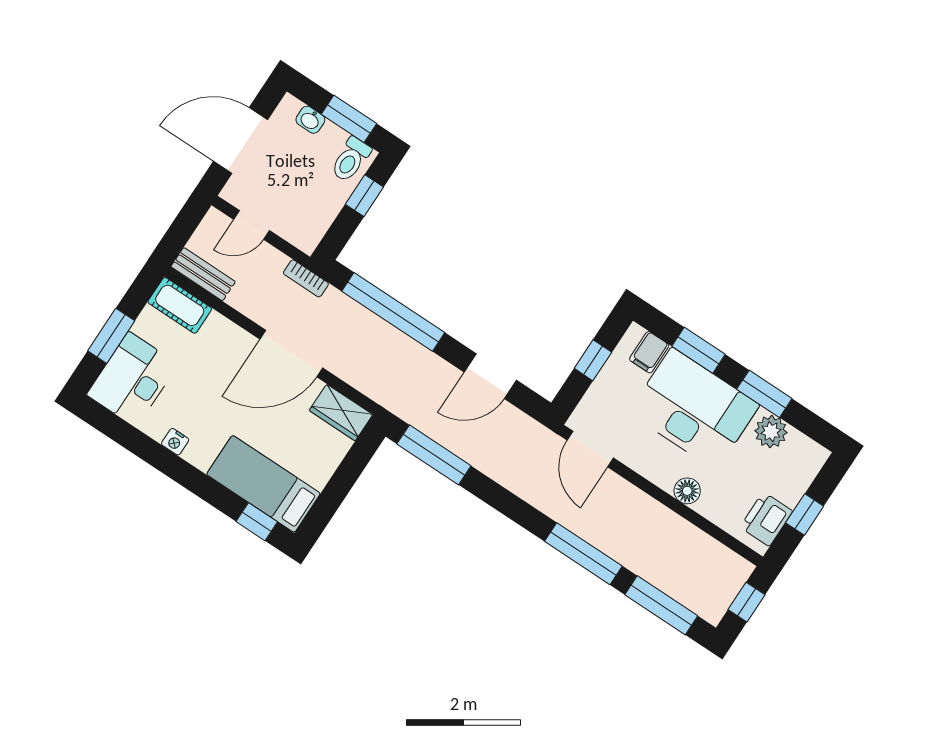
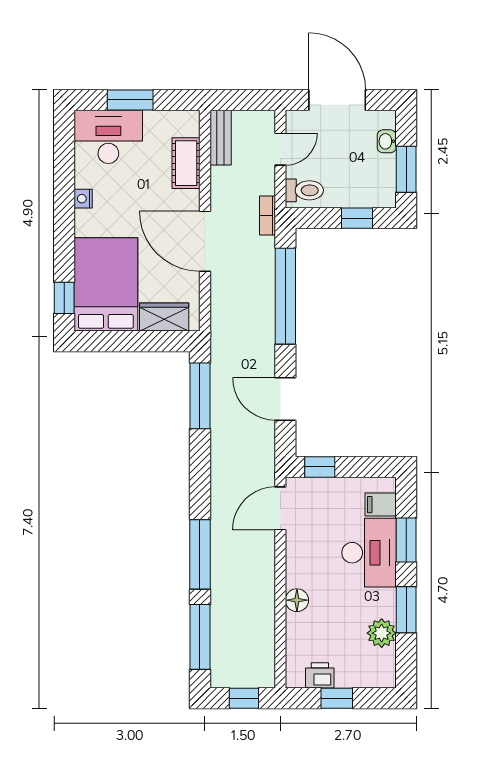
toilet: (351, 159) -> (304, 190), moved, turned 180
door: (251, 225) -> (280, 149), swing flipped
cot: (180, 305) -> (186, 163), moved
window: (593, 360) -> (320, 467), moved
desk: (694, 409) -> (369, 553), width x0.73, depth x0.77
wardrobe: (341, 413) -> (164, 317), moved, turned 90
bed: (263, 484) -> (106, 284), width x1.50
printer: (766, 519) -> (320, 675), width x0.73, depth x0.81

